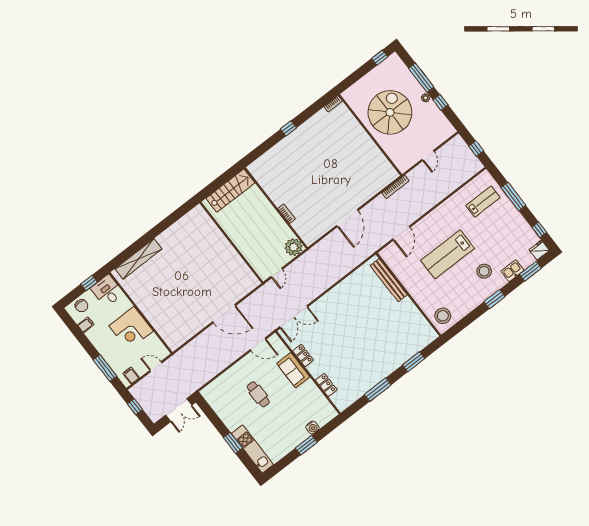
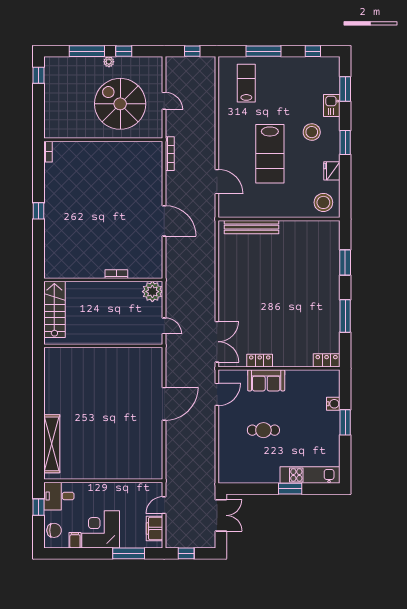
spiral stairs: (390, 112) -> (120, 104), moved
fridge: (539, 250) -> (332, 171), moved
corner desk: (131, 328) -> (101, 529), moved, turned 180
filing cabinet: (131, 376) -> (154, 528), width x2.00
locker: (326, 385) -> (327, 360), moved

